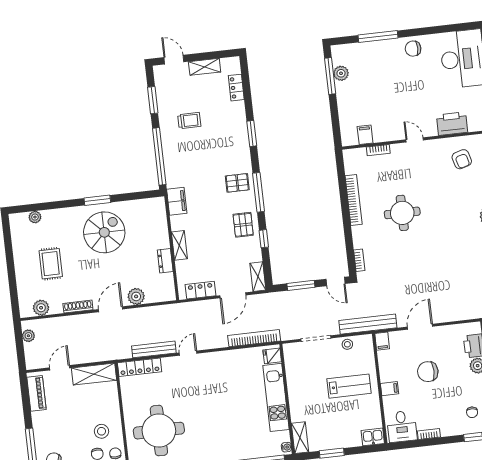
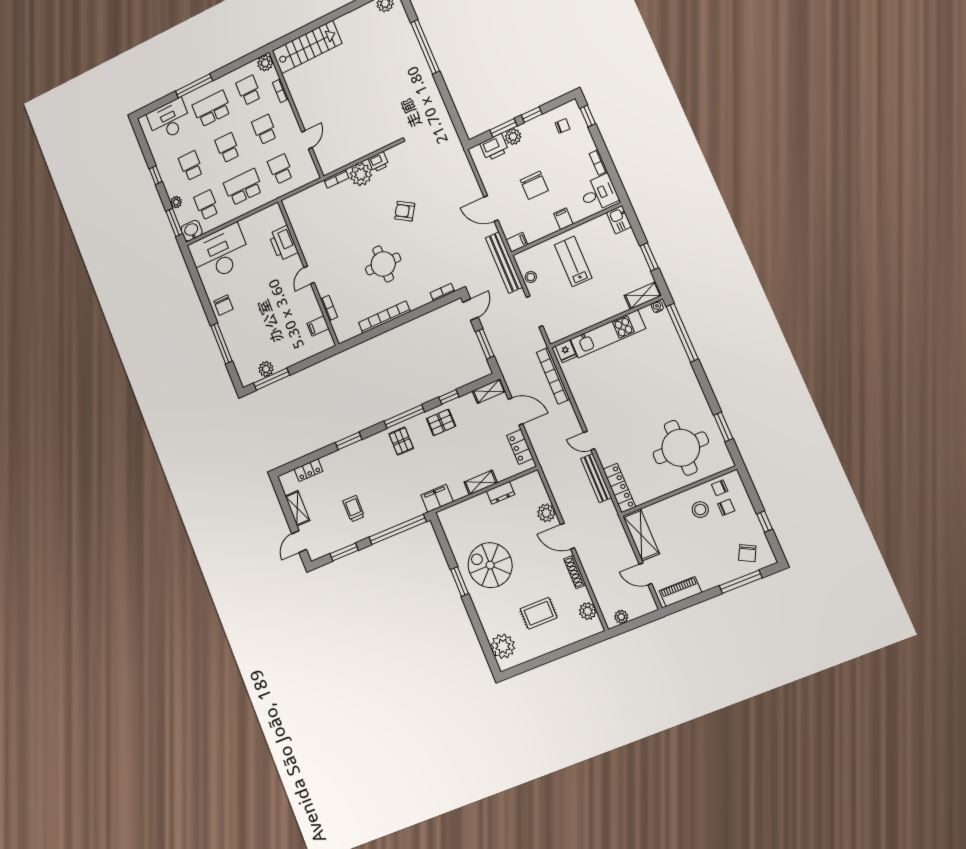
armchair: (462, 159) -> (405, 211), moved, turned -132
plant: (35, 217) -> (503, 646), width x1.88, depth x1.88

